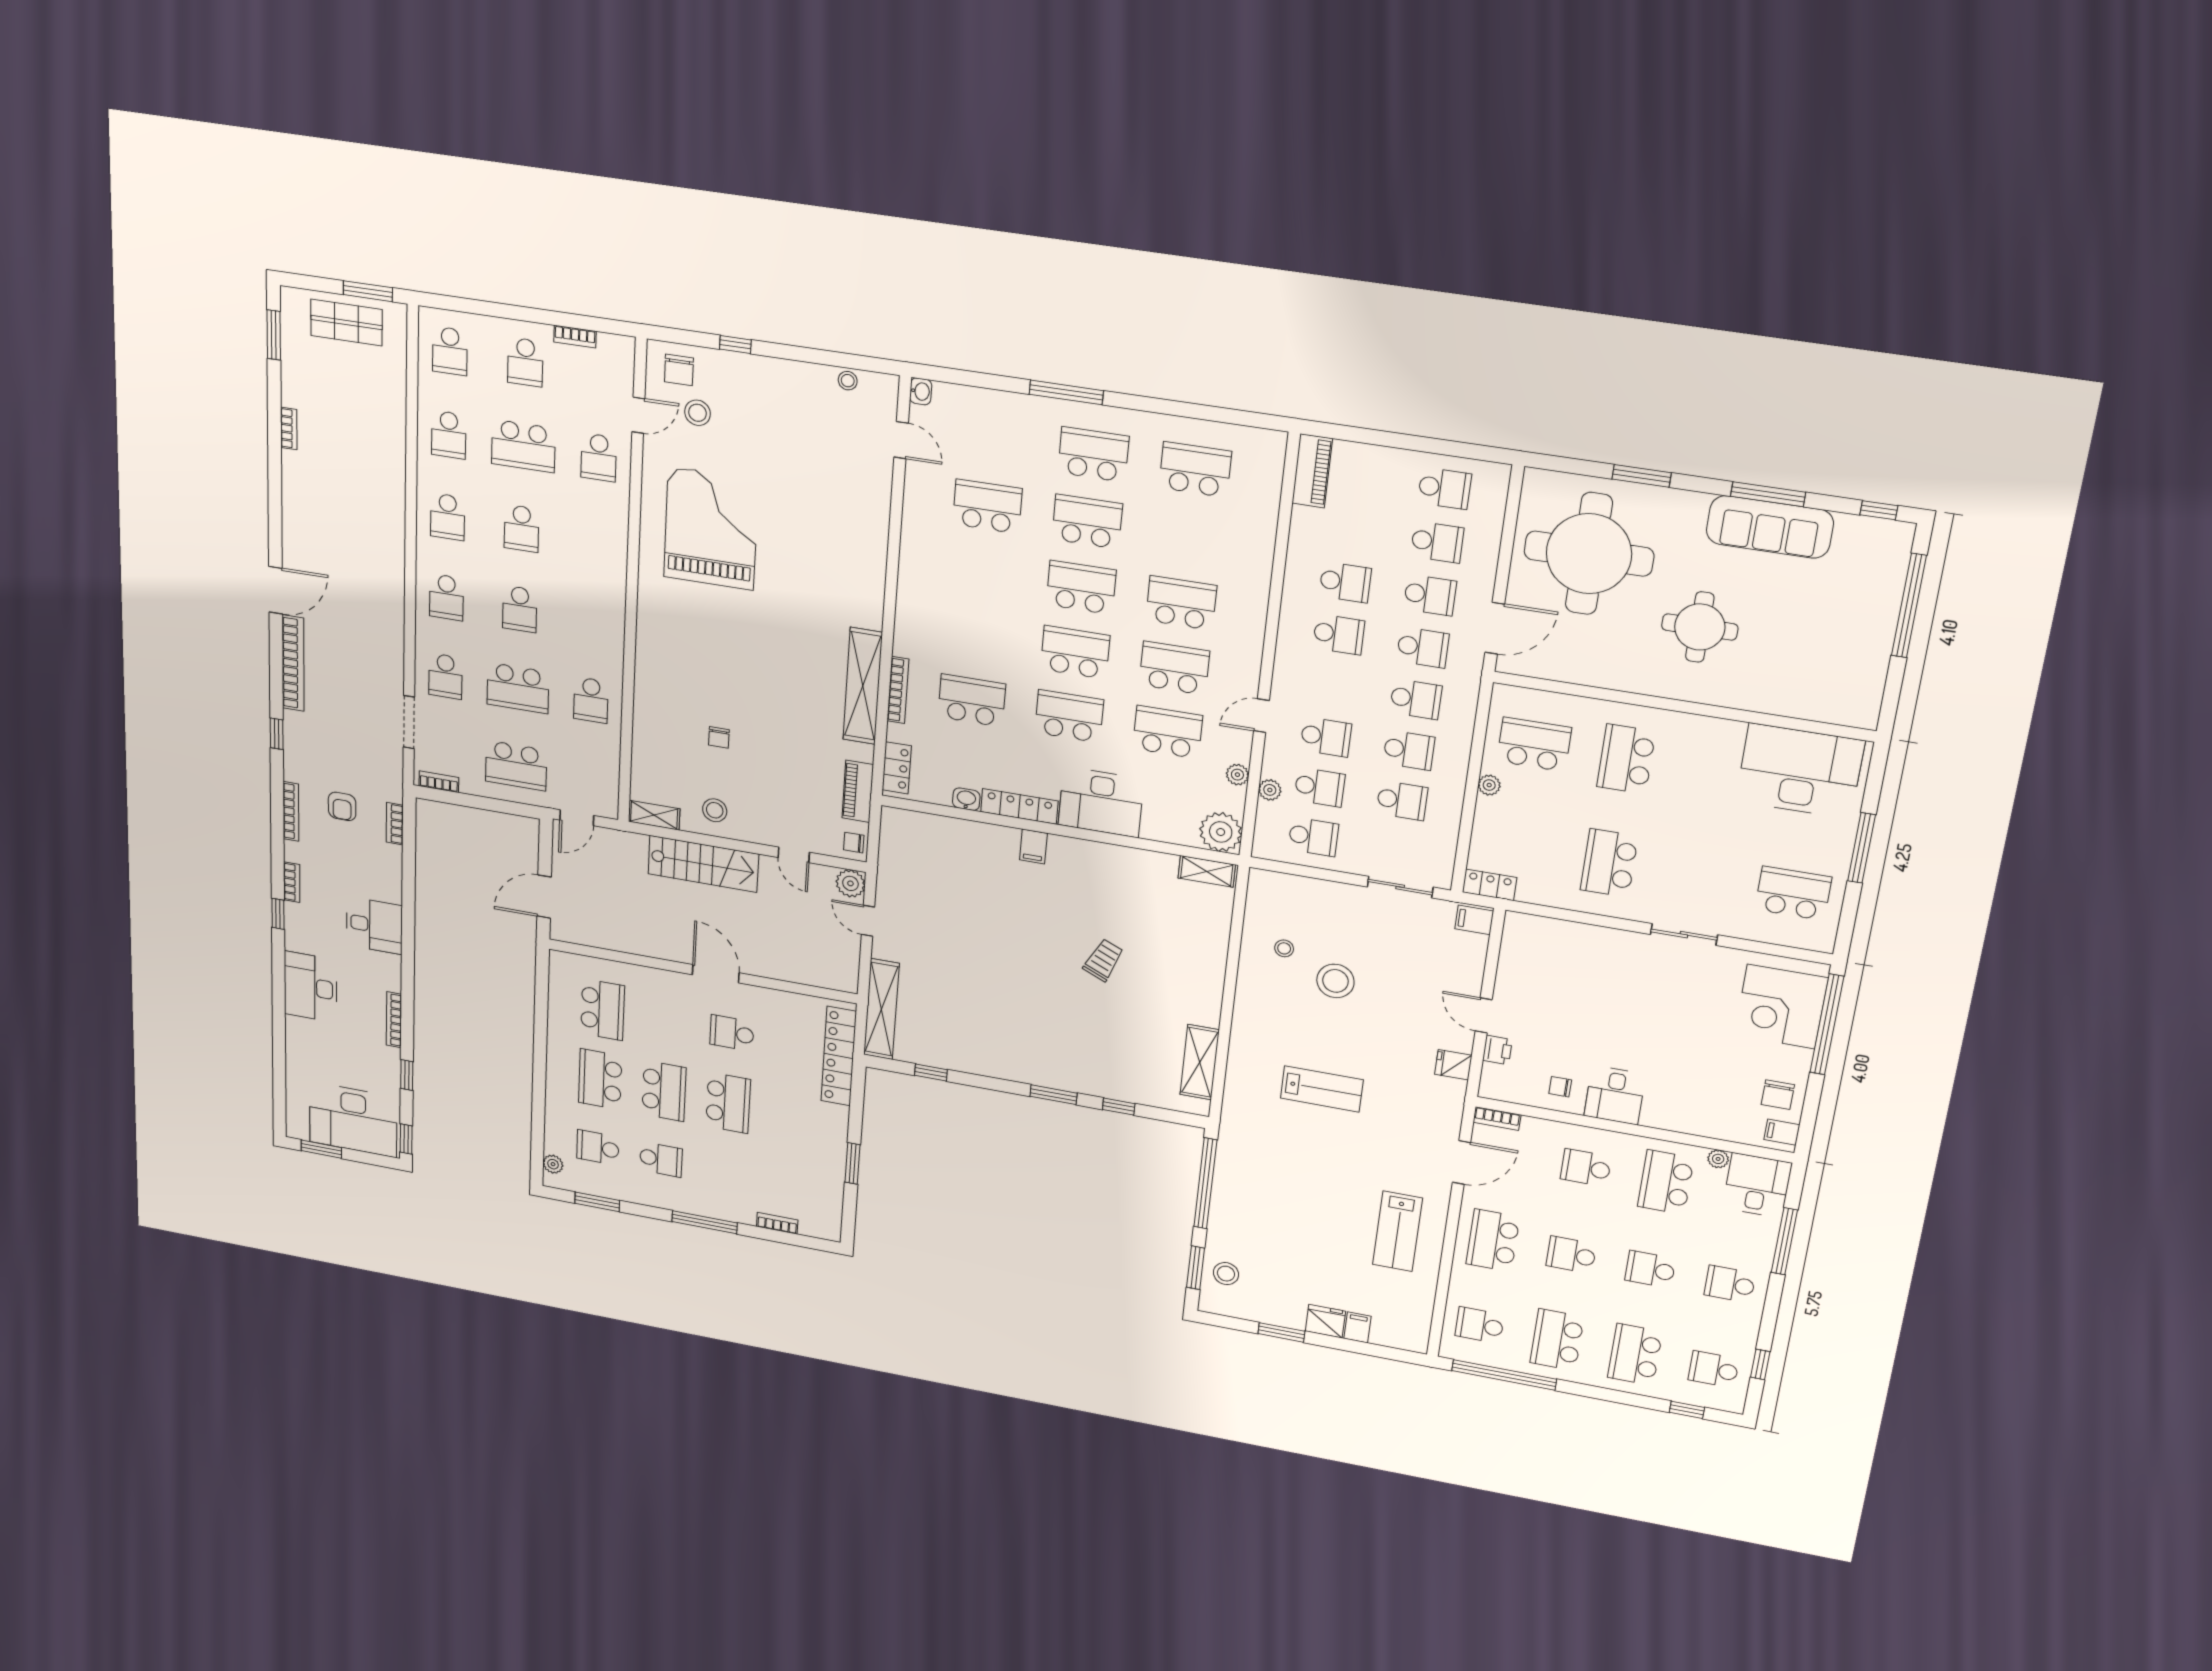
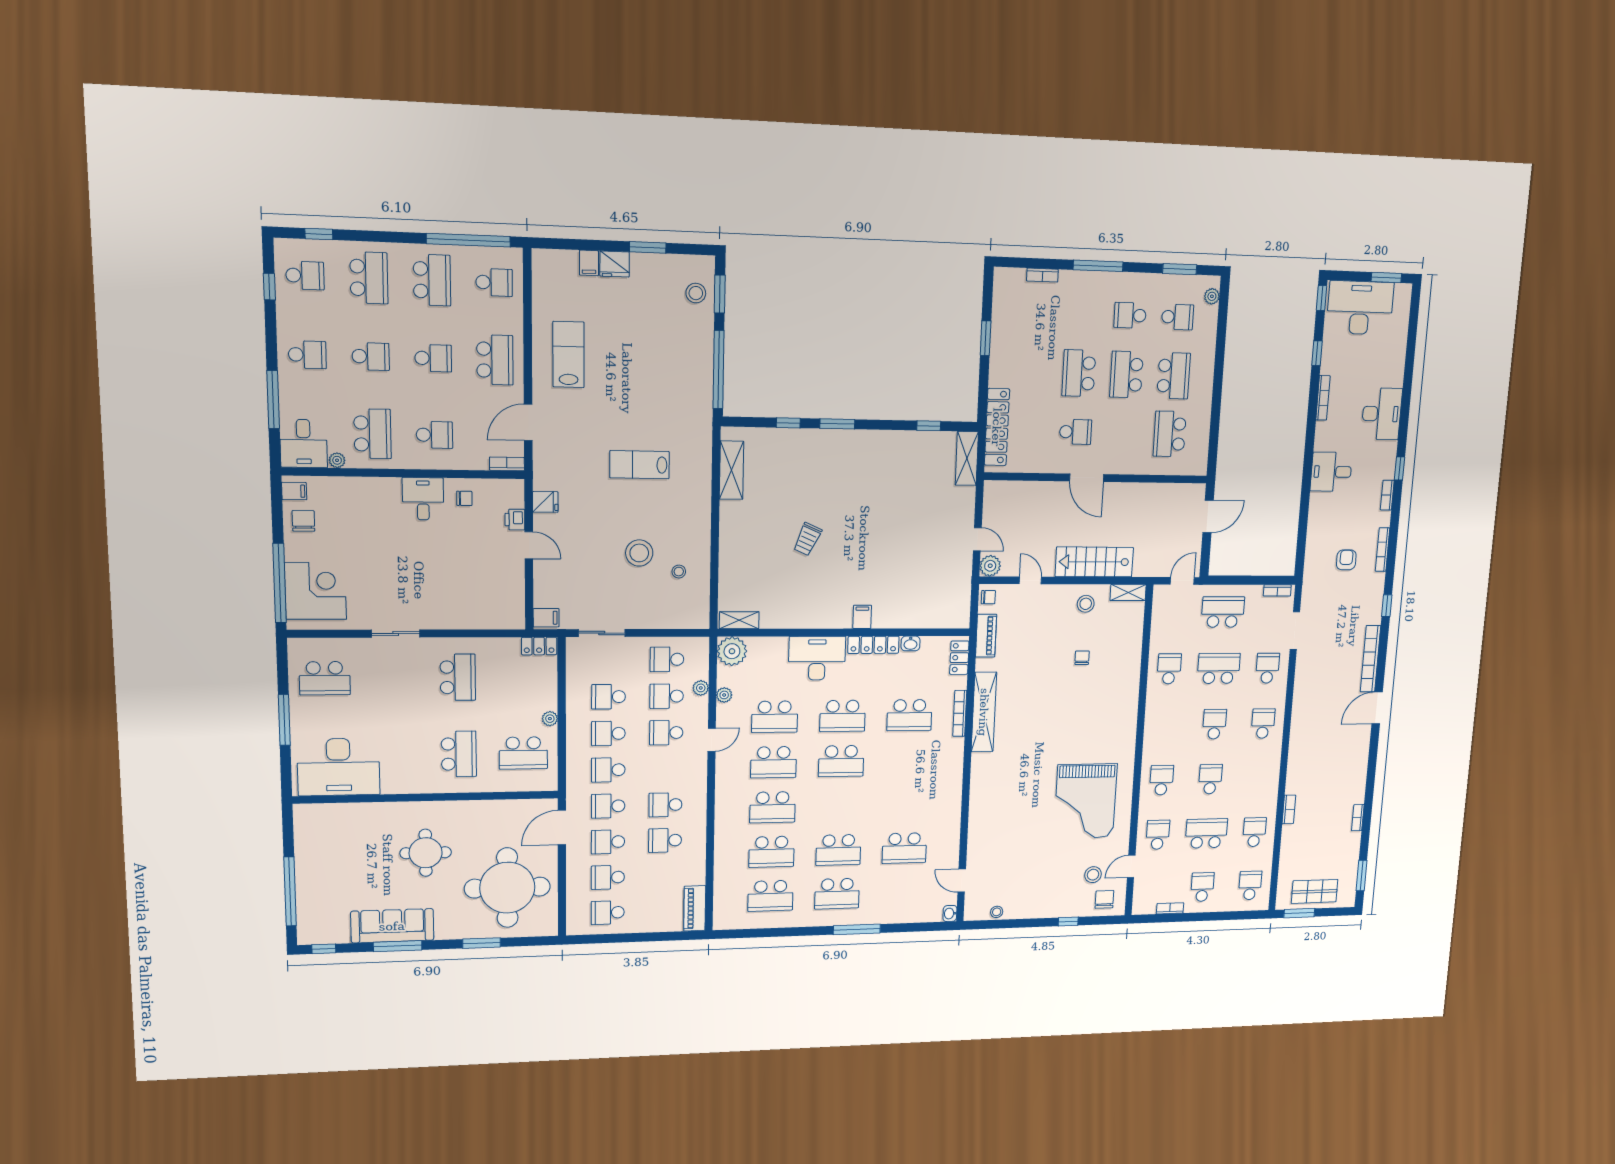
school desk: (448, 517) -> (1161, 780), moved
school desk: (1081, 587) -> (772, 852), moved
bookcase: (395, 824) -> (1289, 809), moved
shelving: (881, 1009) -> (967, 459), width x0.68

